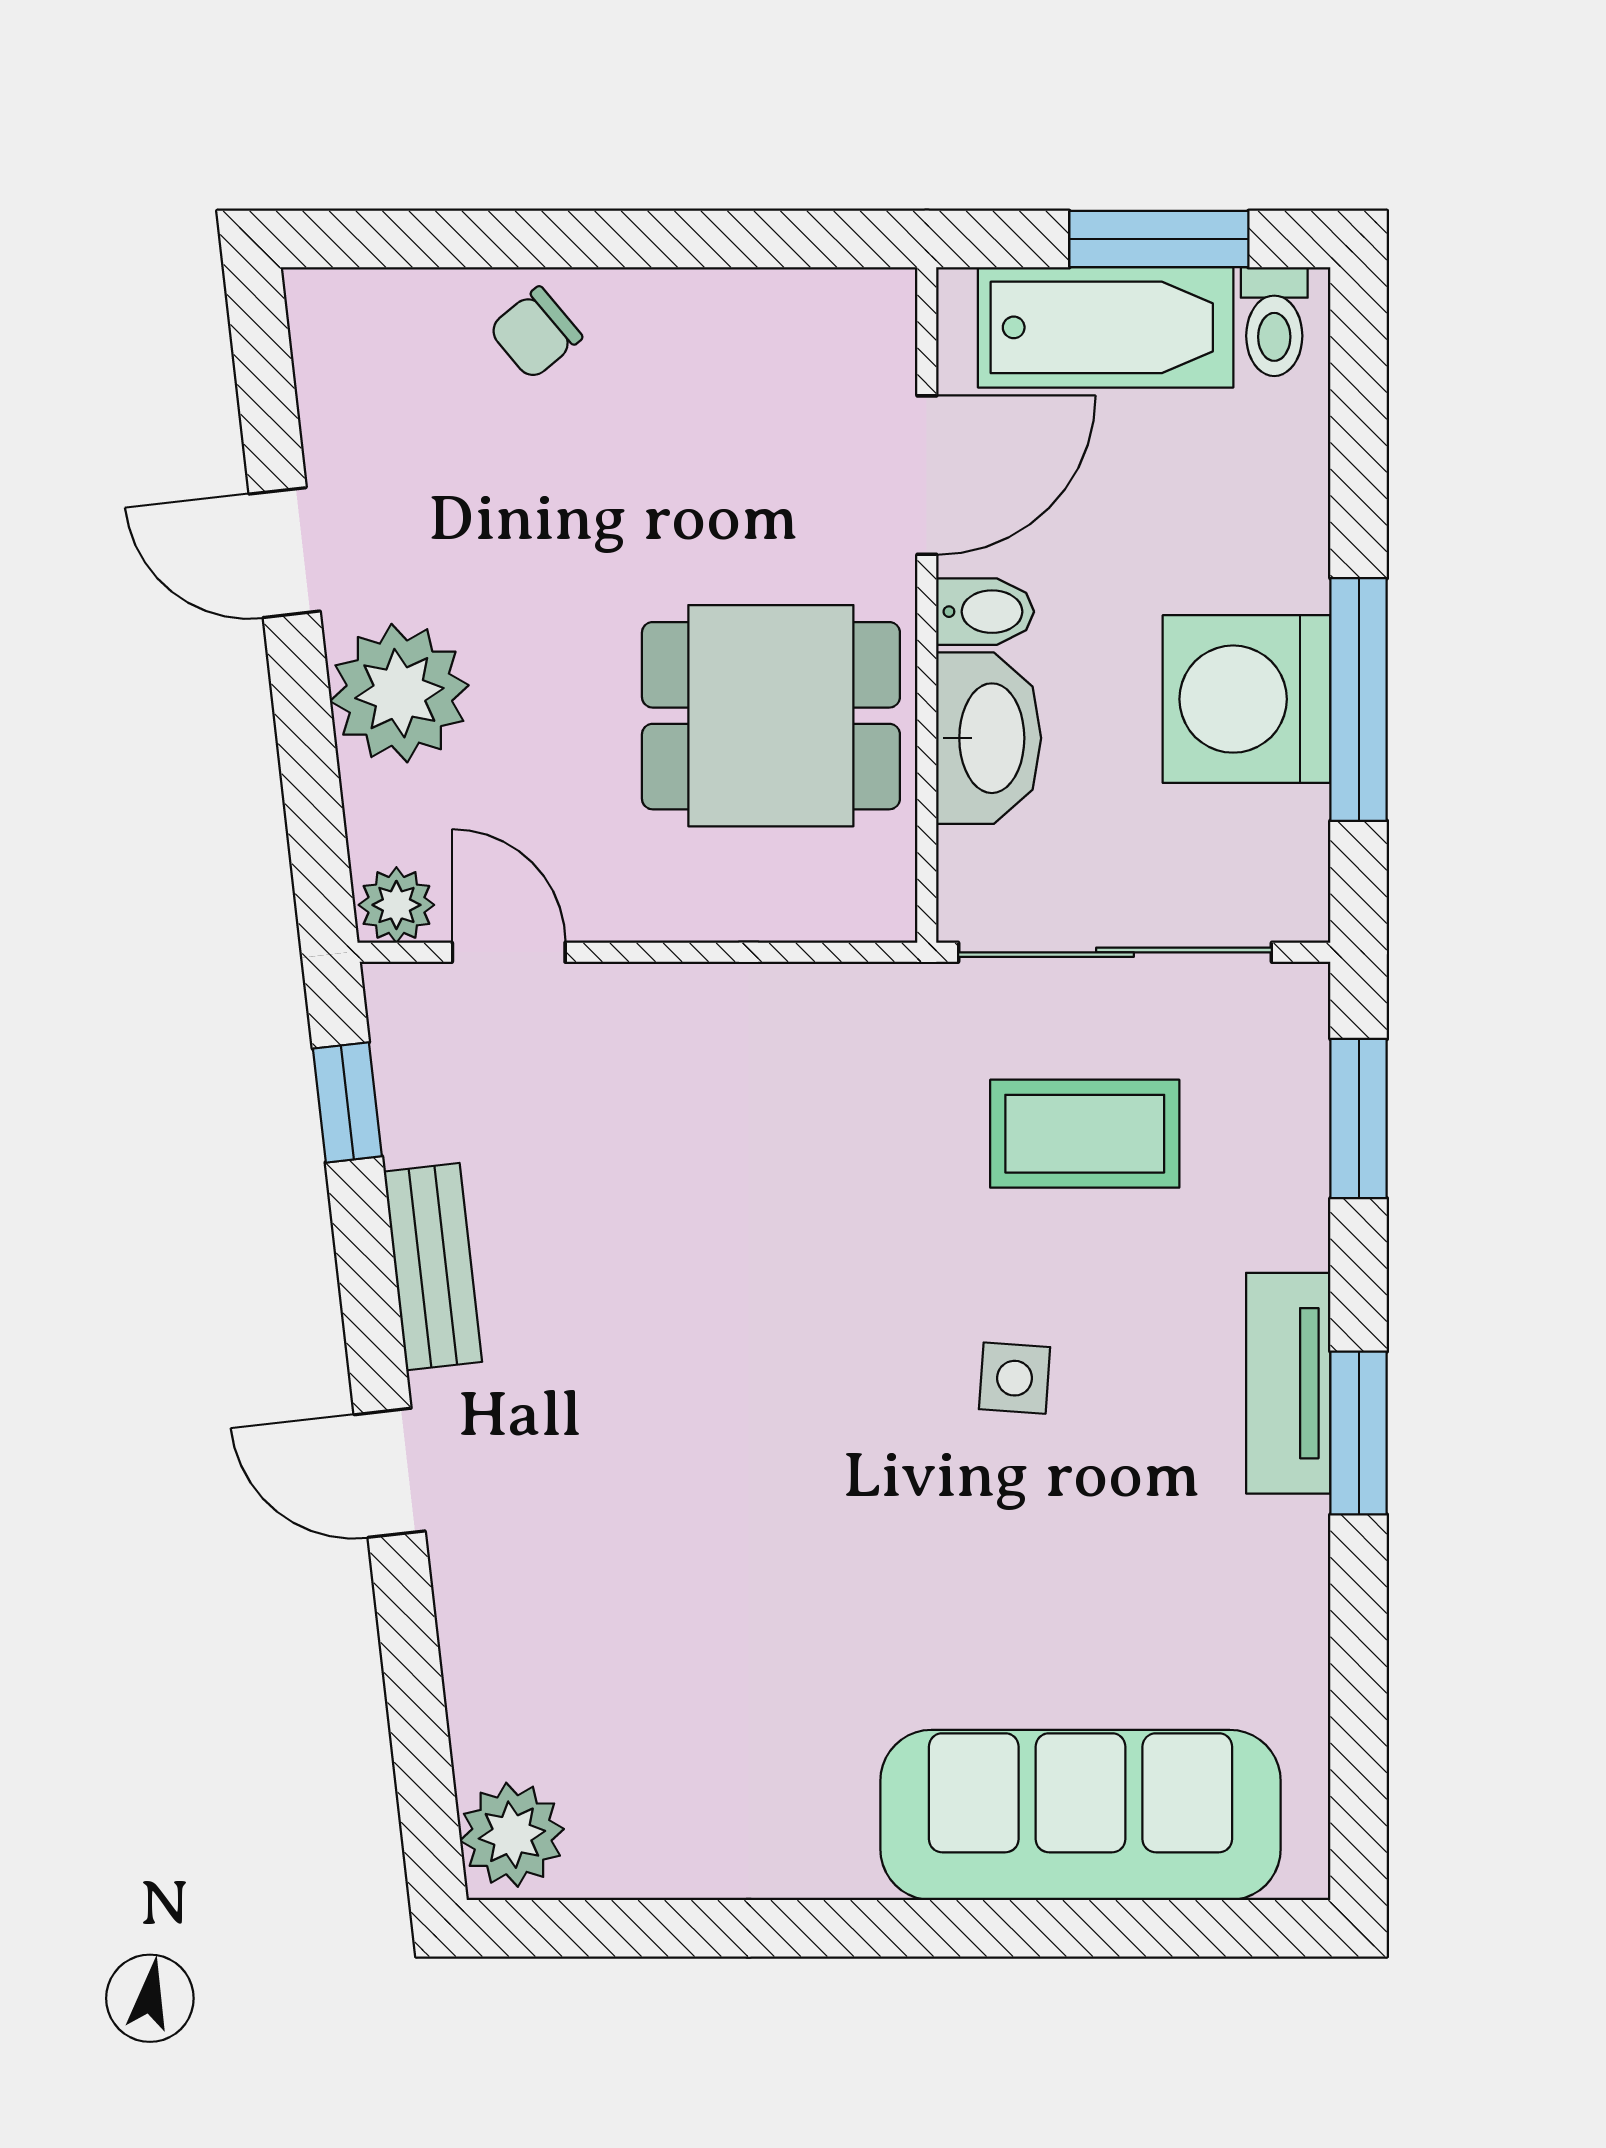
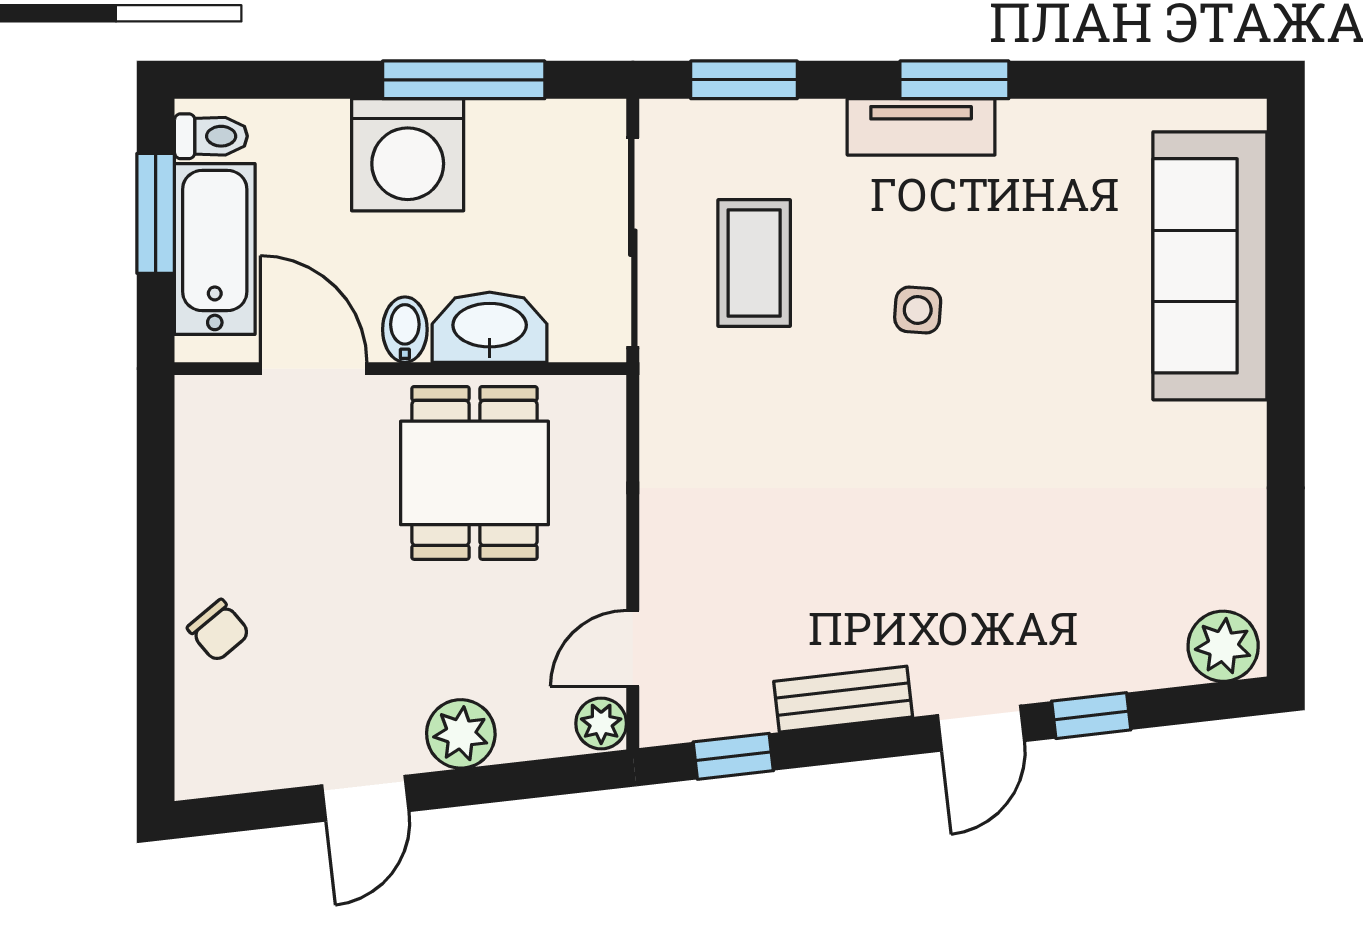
plant: (399, 693) -> (461, 734), width x0.73, depth x0.73
washing machine: (1247, 699) -> (408, 155), moved
window: (408, 1638) -> (1091, 716), added

